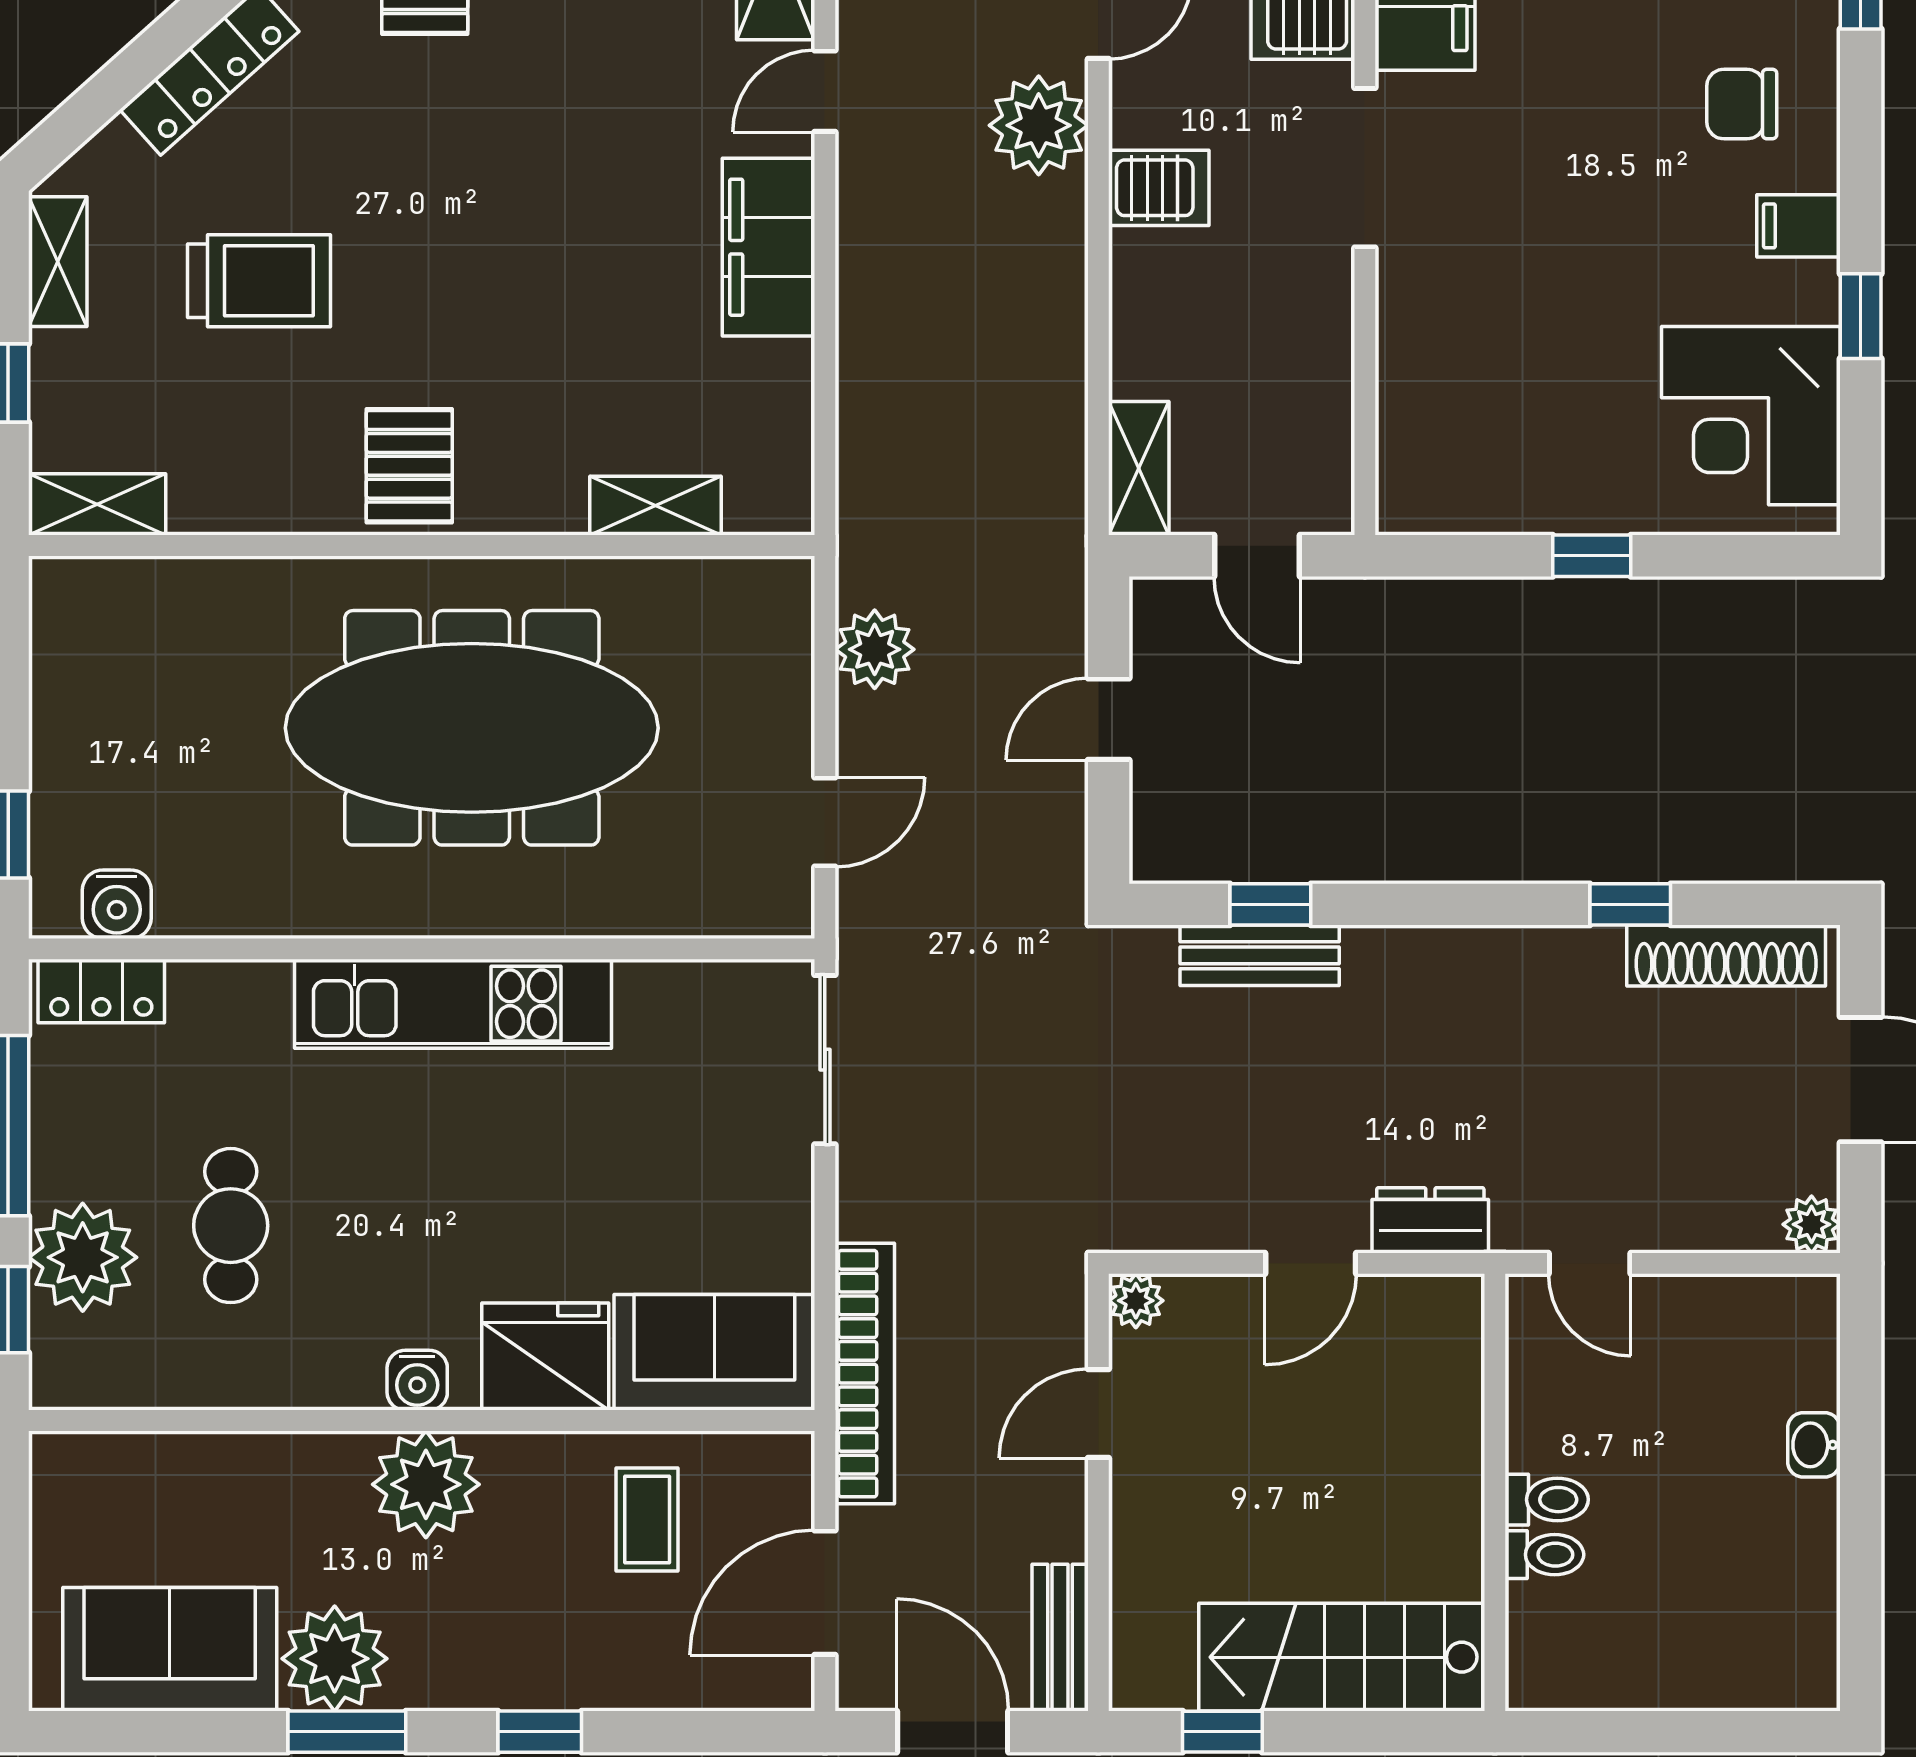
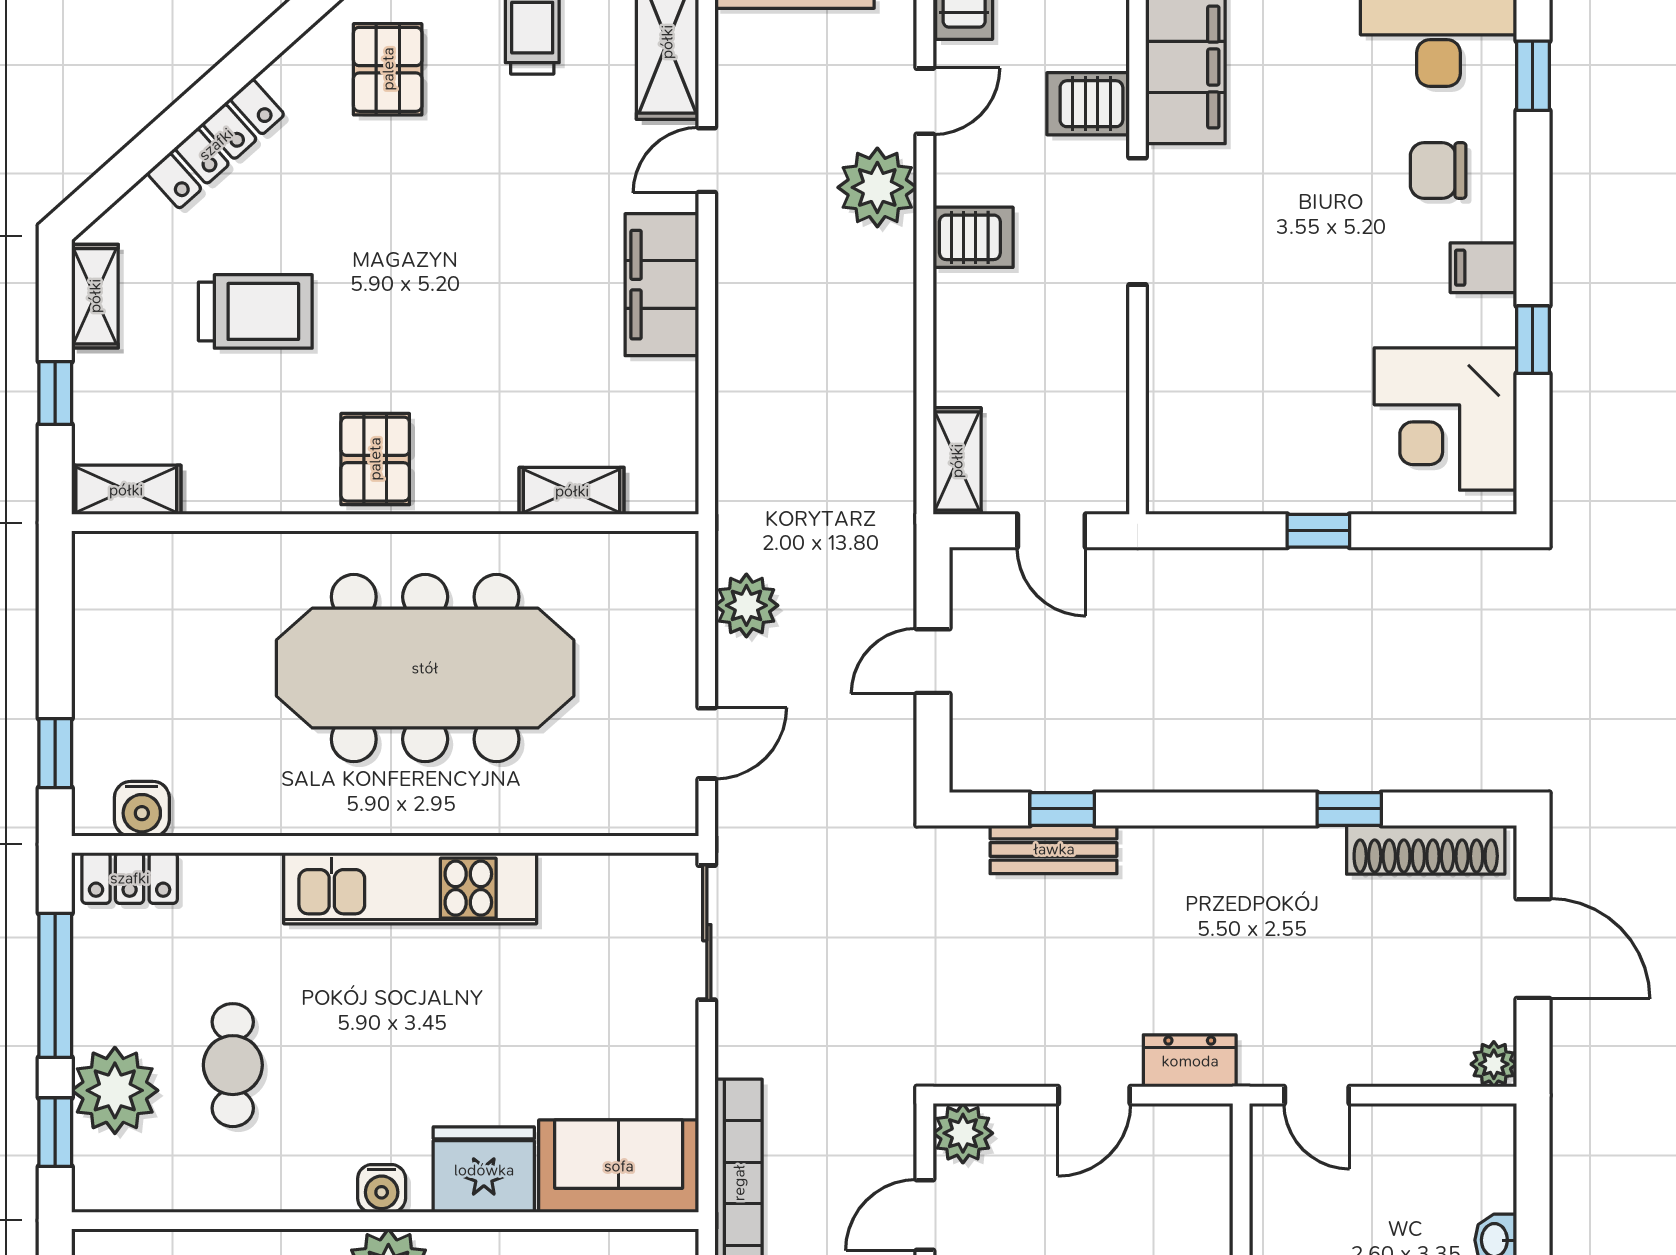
plant: (1136, 1301) -> (963, 1133), width x1.38, depth x1.38

